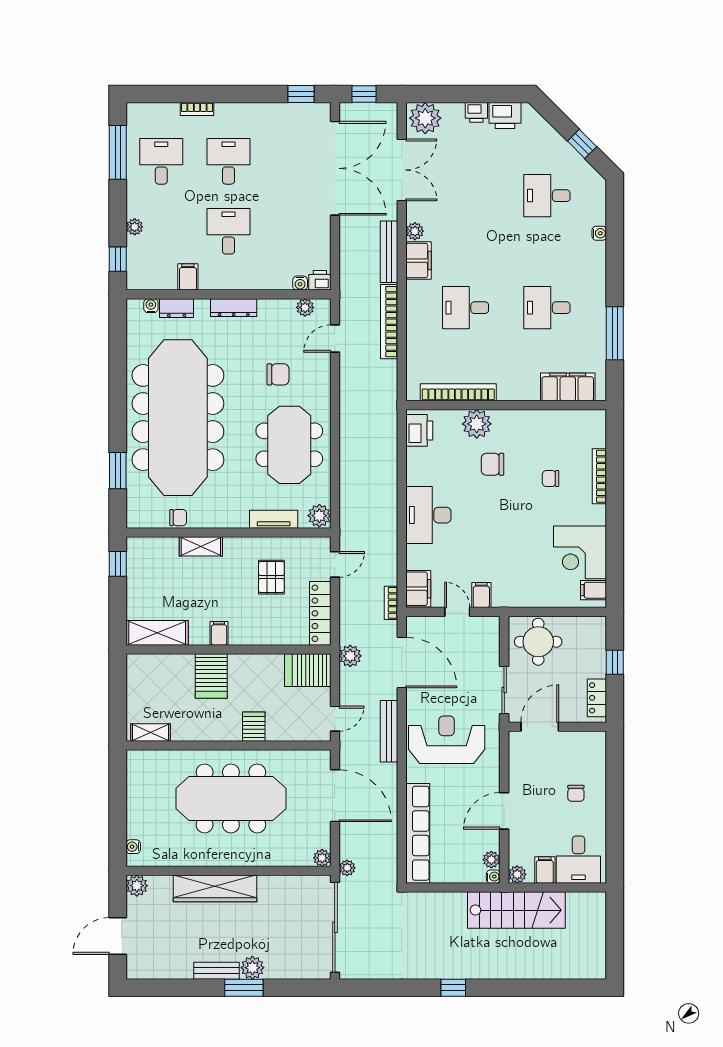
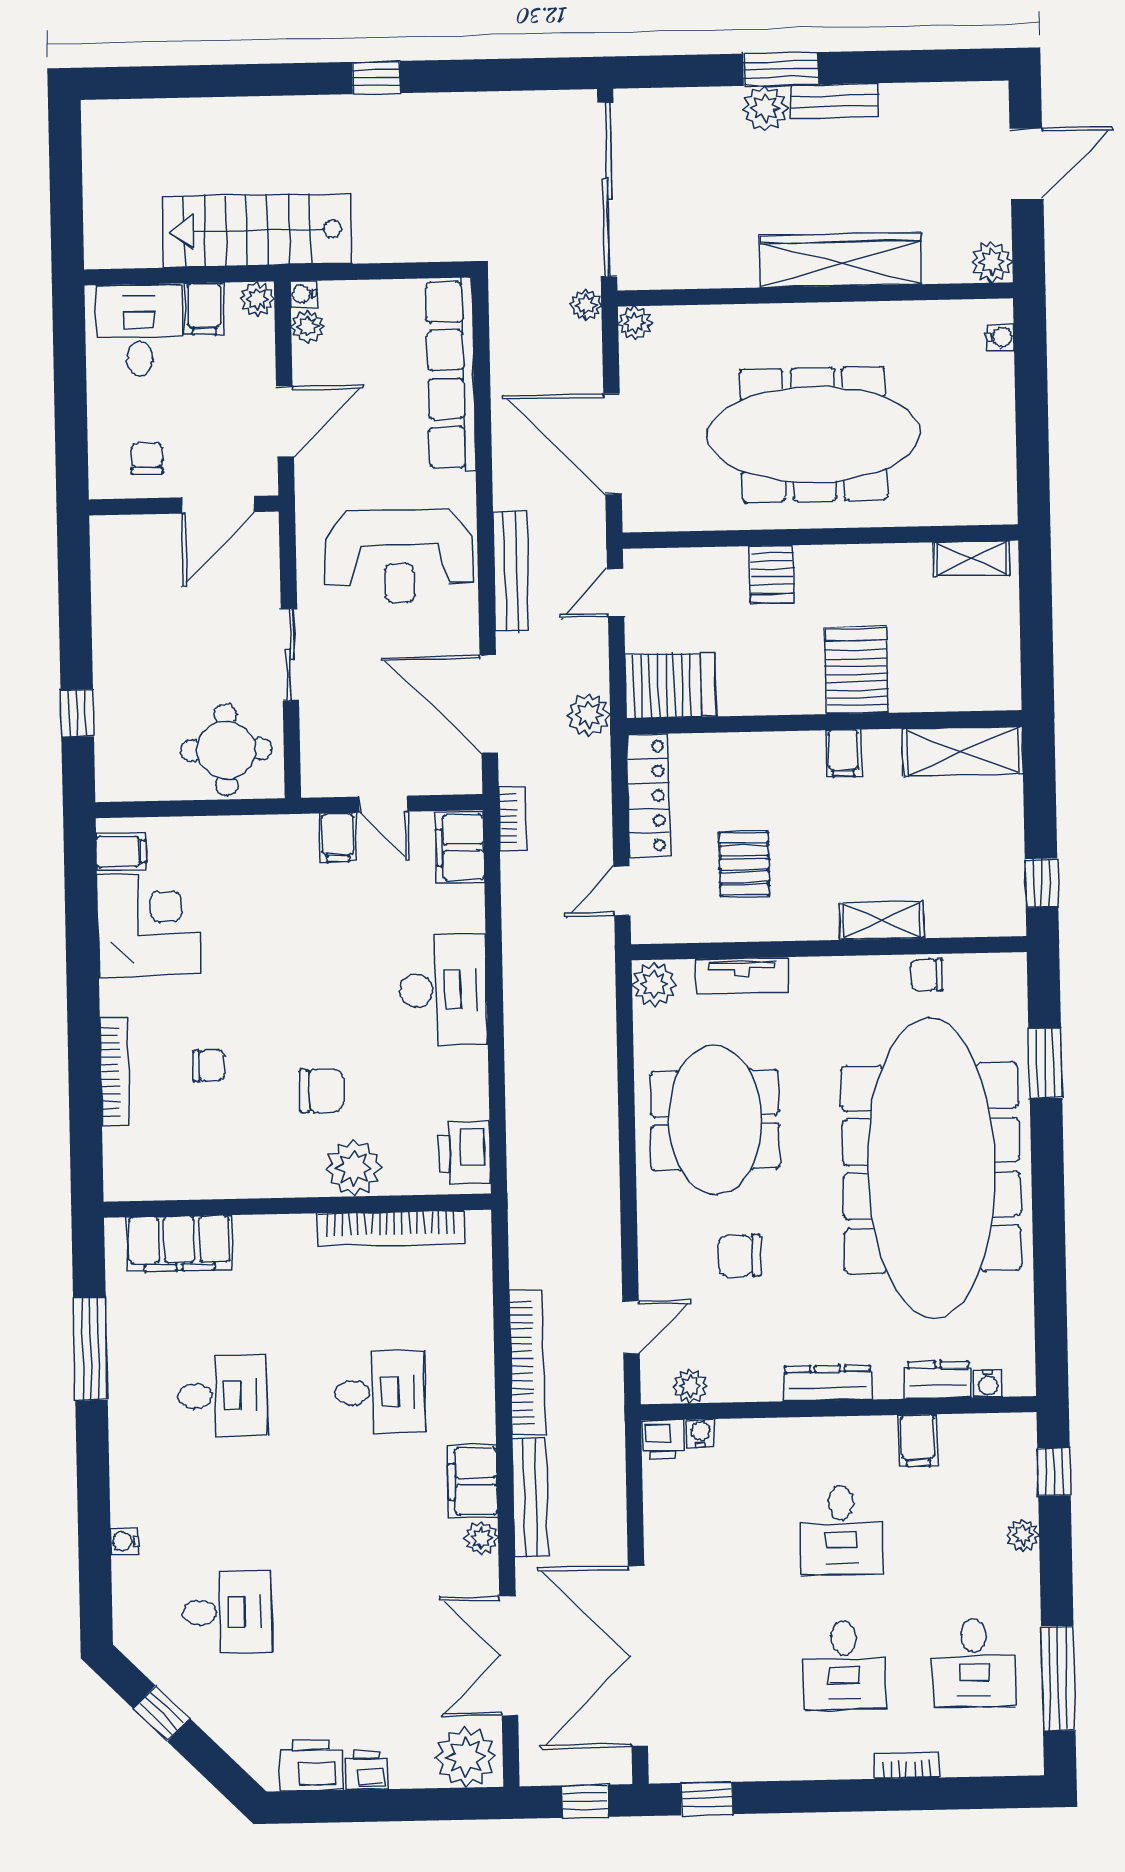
locker: (597, 698) -> (110, 644), removed
door: (540, 727) -> (218, 505), moved
wall: (557, 727) -> (184, 505), moved

